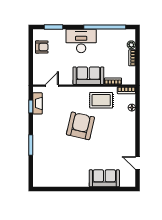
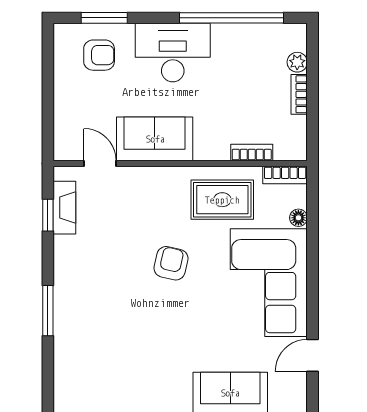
armchair: (42, 47) -> (99, 55), moved
sofa: (88, 76) -> (155, 139), moved
door: (52, 86) -> (100, 164), hinge flipped
armchair: (80, 126) -> (171, 263), width x0.53, depth x0.53
corner sofa: (120, 134) -> (269, 283), added
door: (137, 163) -> (313, 355), hinge flipped

